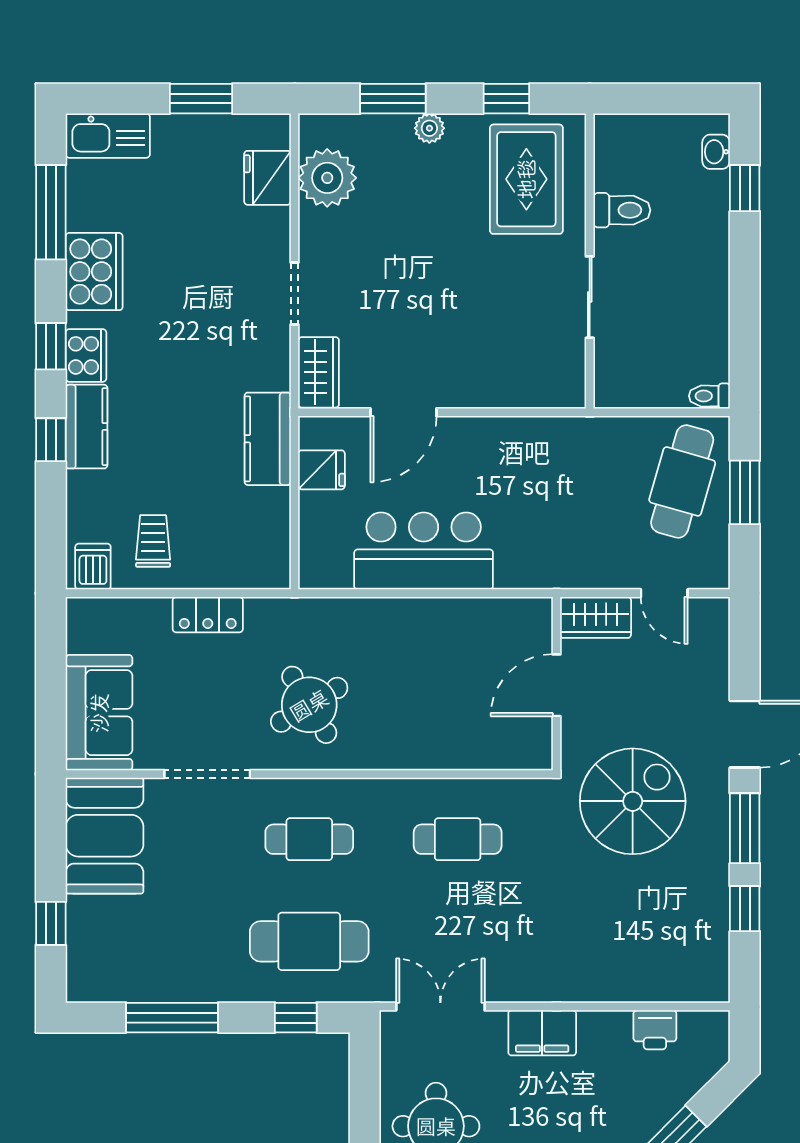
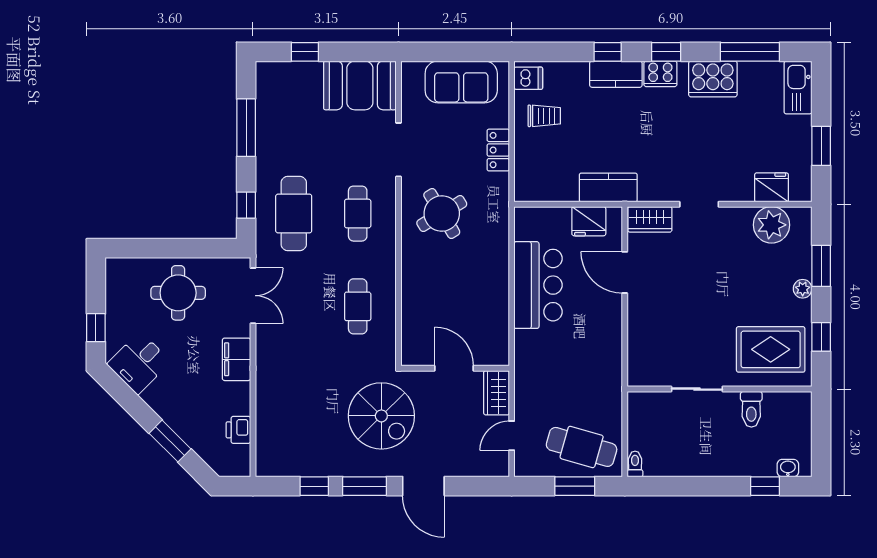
fridge: (321, 470) -> (589, 221), width x1.38
sofa: (99, 713) -> (461, 82), moved

